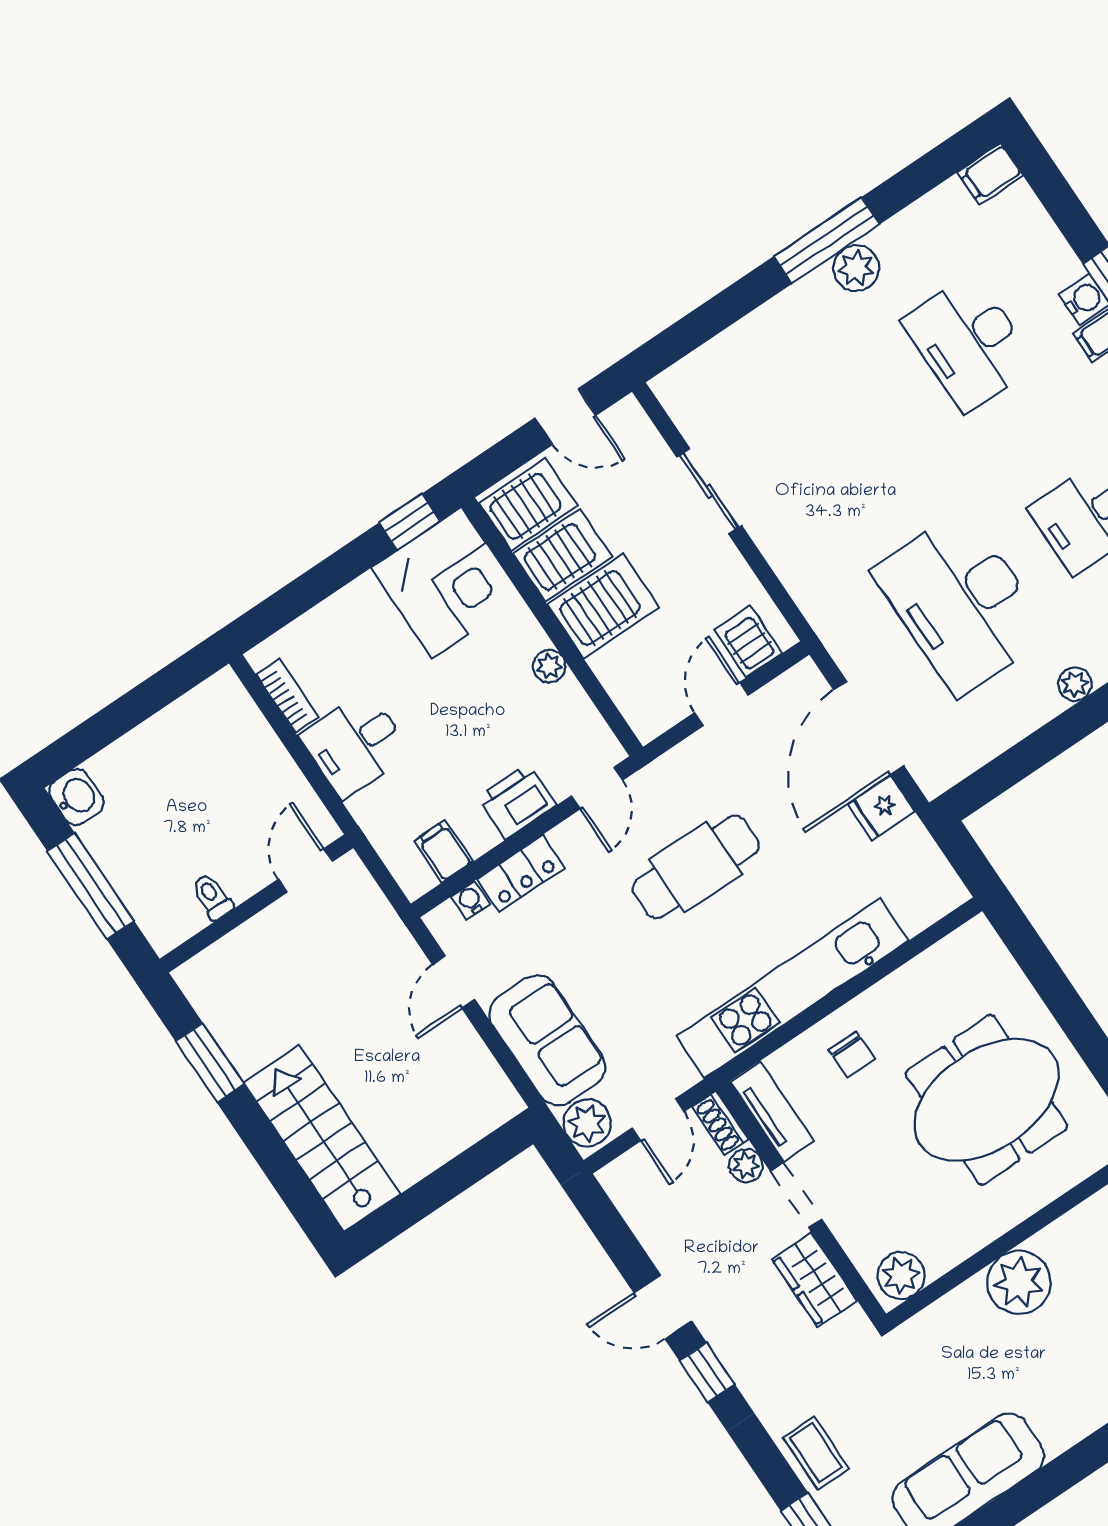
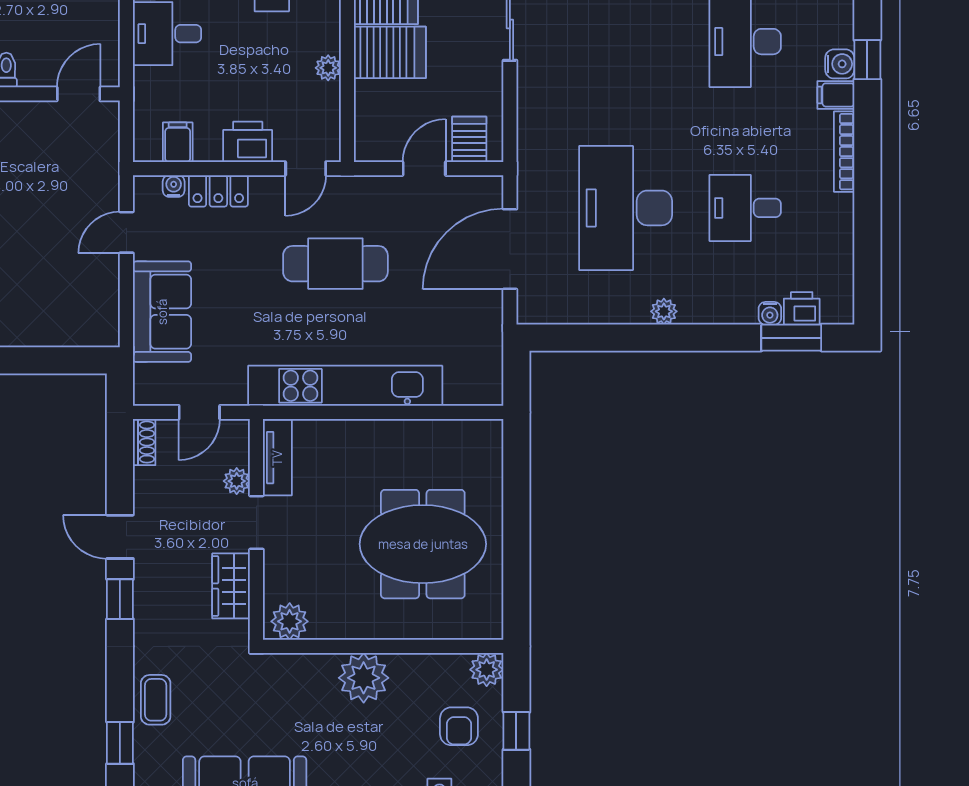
fridge: (881, 808) -> (483, 307), removed
chair: (852, 1055) -> (355, 455), removed
plant: (587, 1123) -> (152, 383), removed
shoe rack: (720, 1123) -> (144, 442), moved, turned 180

